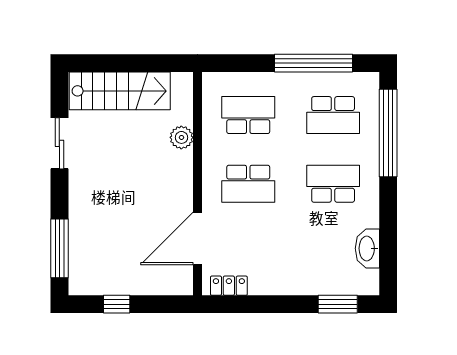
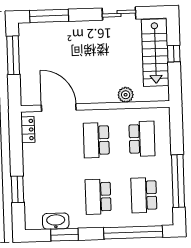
window: (122, 63) -> (174, 54), added
school desk: (333, 184) -> (98, 197), turned 180
window: (388, 236) -> (65, 235), added
window: (117, 304) -> (13, 55), width x2.17
window: (338, 304) -> (17, 189), moved

